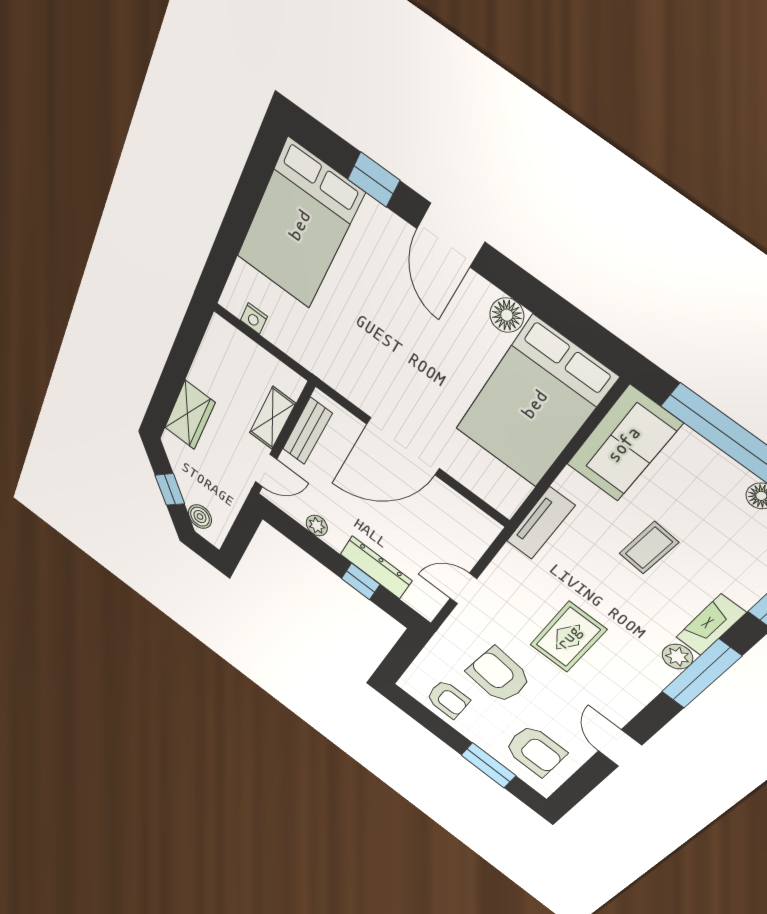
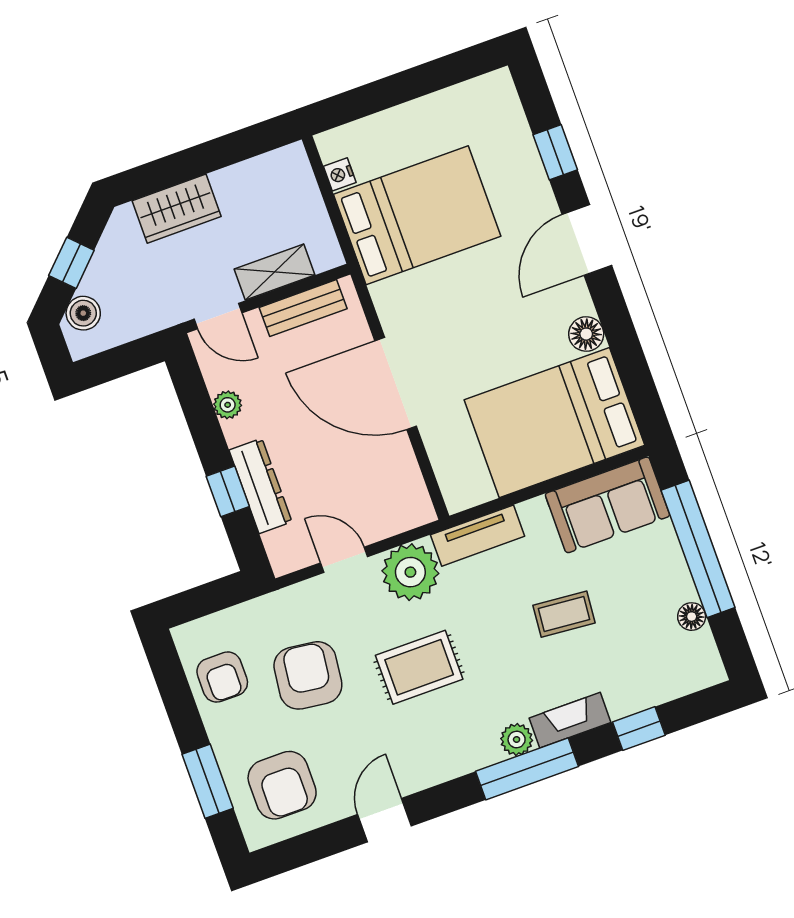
bed: (299, 225) -> (417, 215), moved, turned 180
plant: (513, 574) -> (410, 572), added

